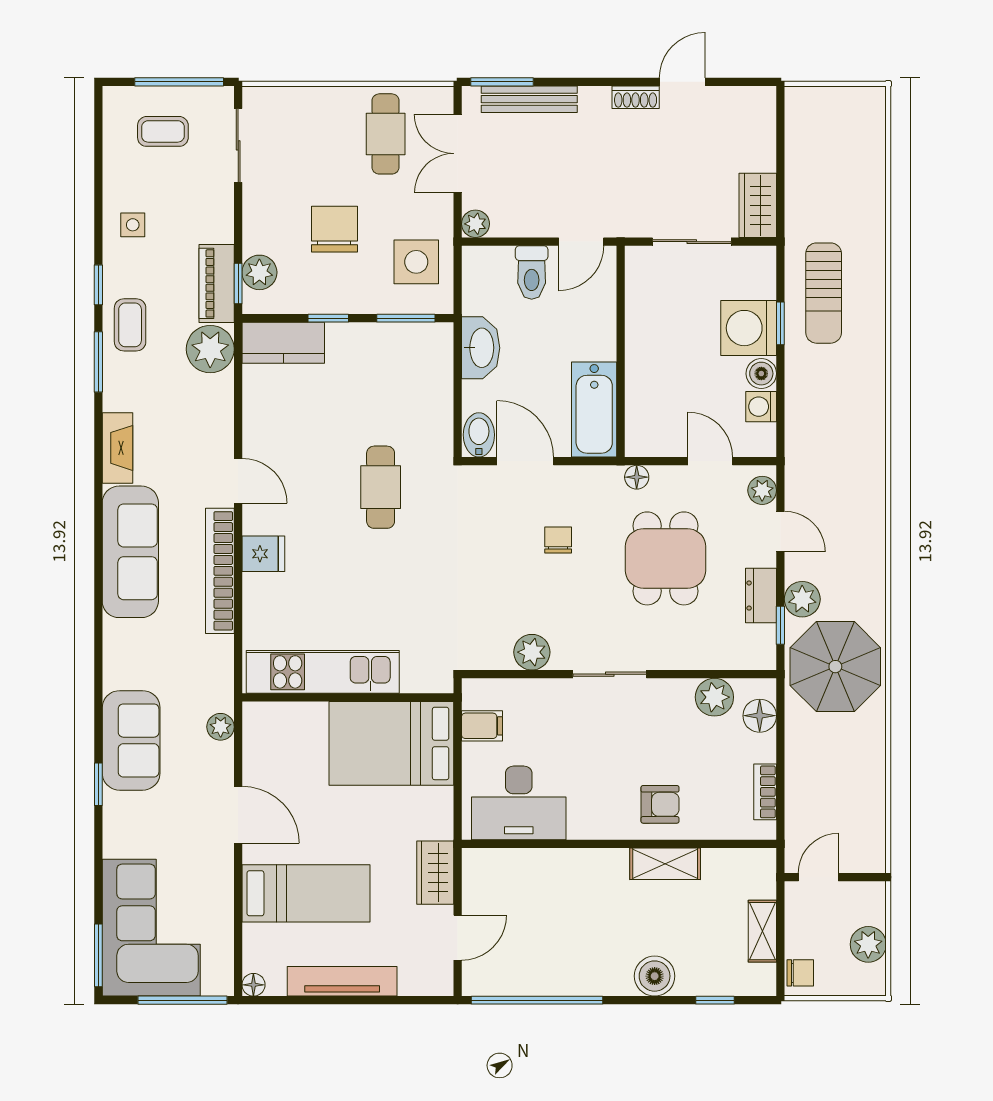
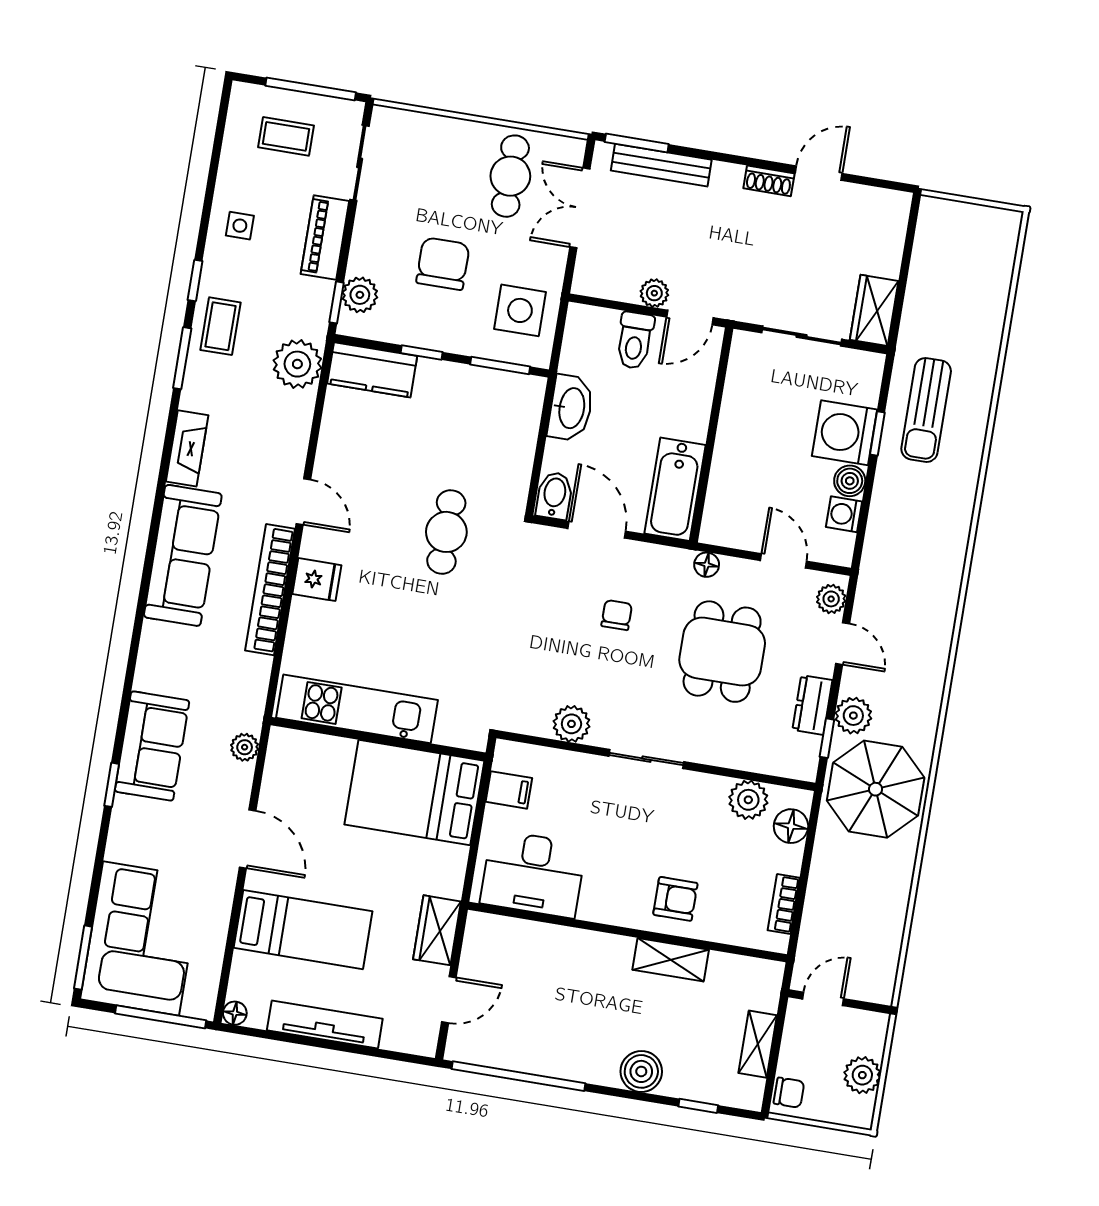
plant: (475, 224) -> (654, 293), moved
piano: (217, 283) -> (325, 237), moved

